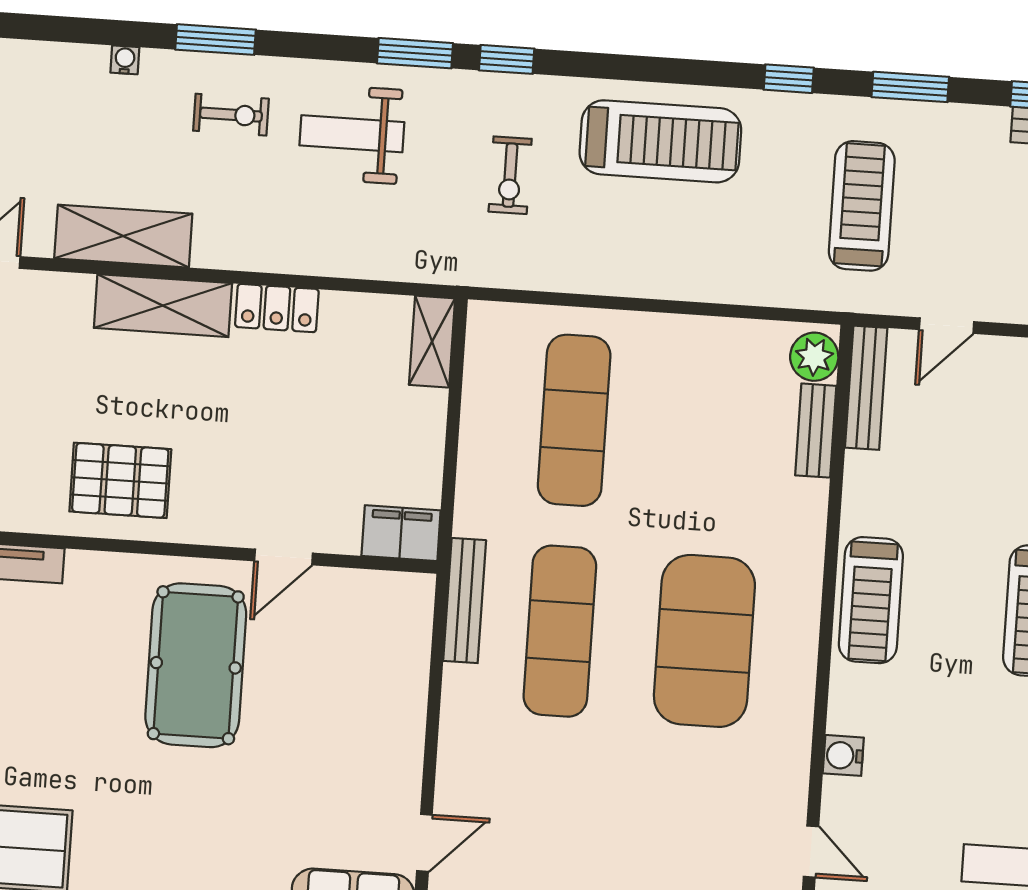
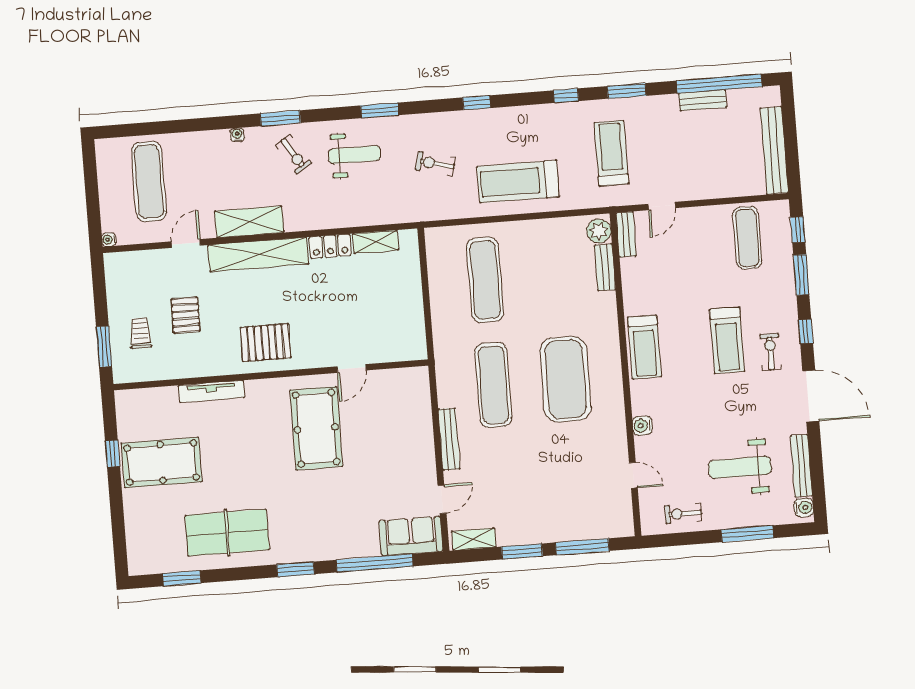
window: (507, 59) -> (476, 103), moved
exercise bike: (231, 115) -> (293, 154), turned 58
weight bench: (352, 134) -> (355, 155), turned 180
treadmill: (660, 141) -> (518, 182), moved, turned 180
exercise bike: (510, 175) -> (436, 164), turned 104
shelving: (163, 306) -> (258, 254), width x1.47
shelving: (432, 342) -> (375, 242), moved, turned 90
bench: (866, 388) -> (626, 234), width x0.73
filing cabinet: (401, 533) -> (408, 348), removed
bench: (465, 601) -> (449, 439), moved

